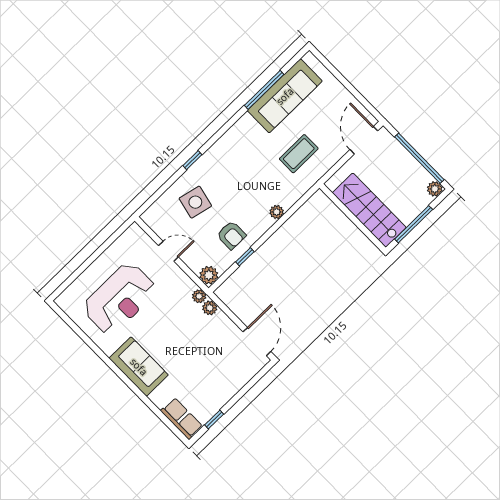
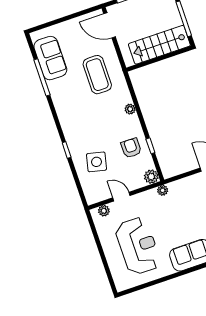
sofa: (285, 96) -> (50, 58), width x0.73
coffee table: (299, 154) -> (97, 75), width x1.36, depth x1.32
armchair: (231, 235) -> (131, 148), turned -90
door: (168, 251) -> (121, 197), hinge flipped
plant: (210, 308) -> (104, 211), moved

